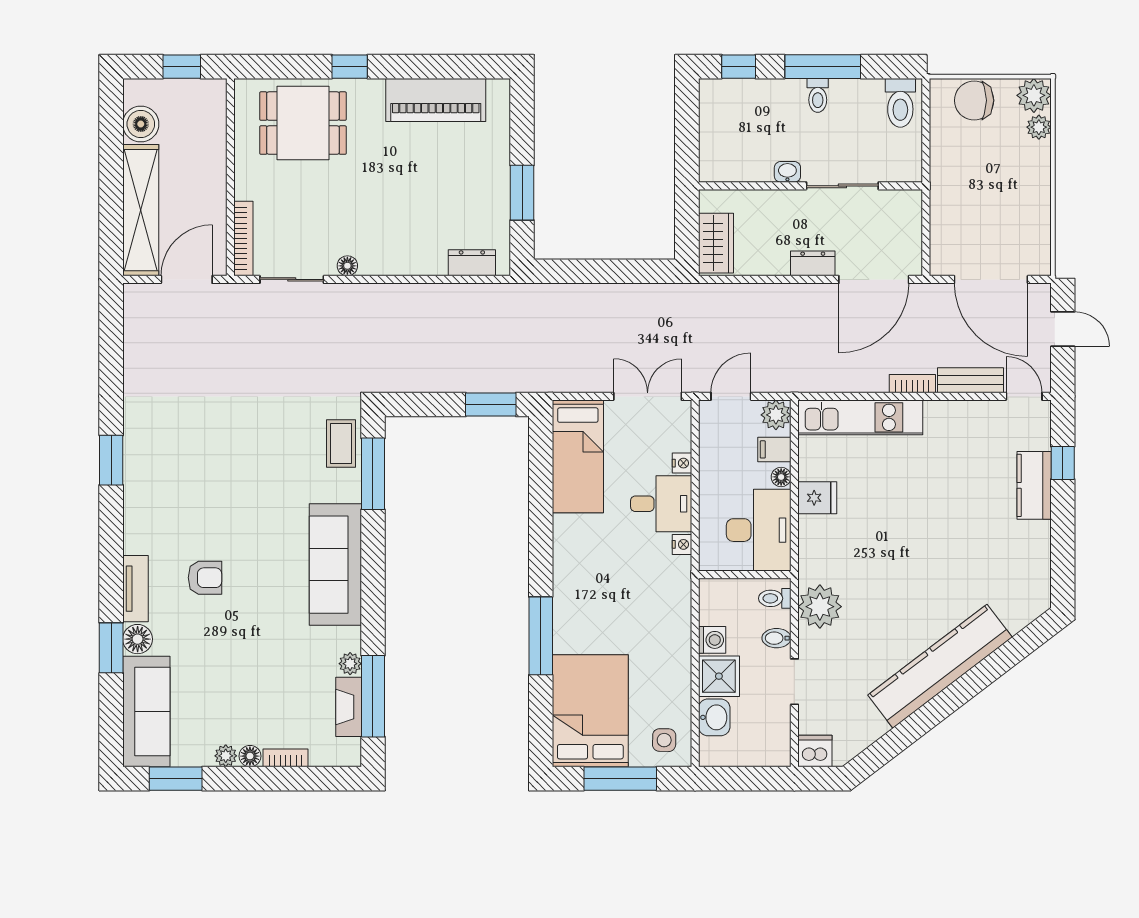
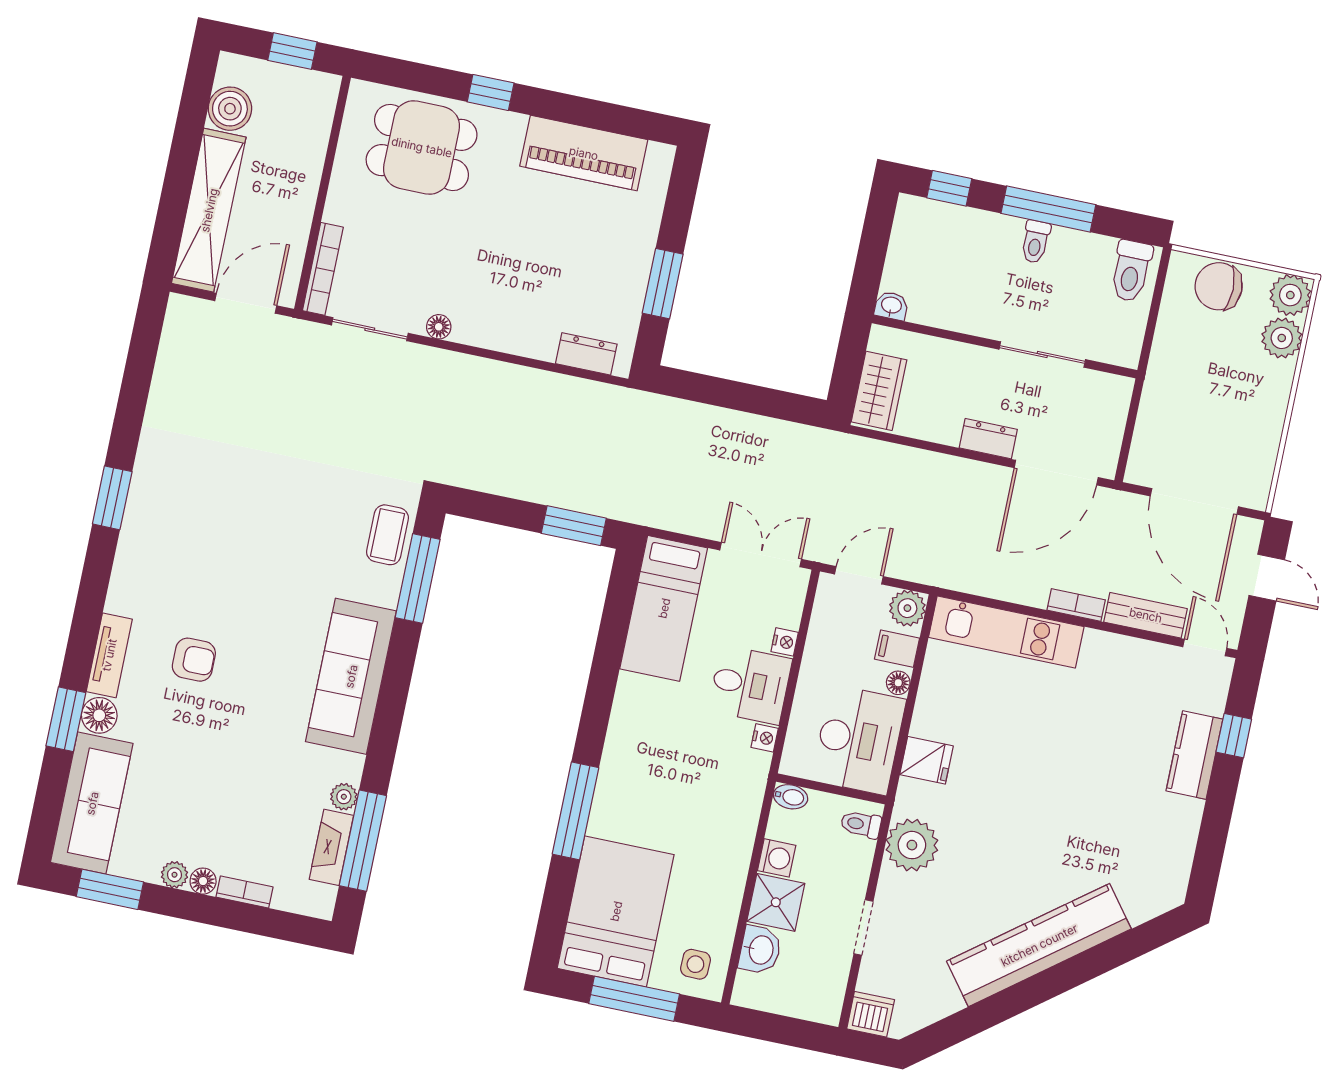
plant: (1039, 127) -> (1282, 338), width x1.38, depth x1.38
washbasin: (787, 172) -> (891, 306), moved
fridge: (817, 498) -> (926, 760), moved
bidet: (776, 638) -> (791, 797), moved, turned 180

